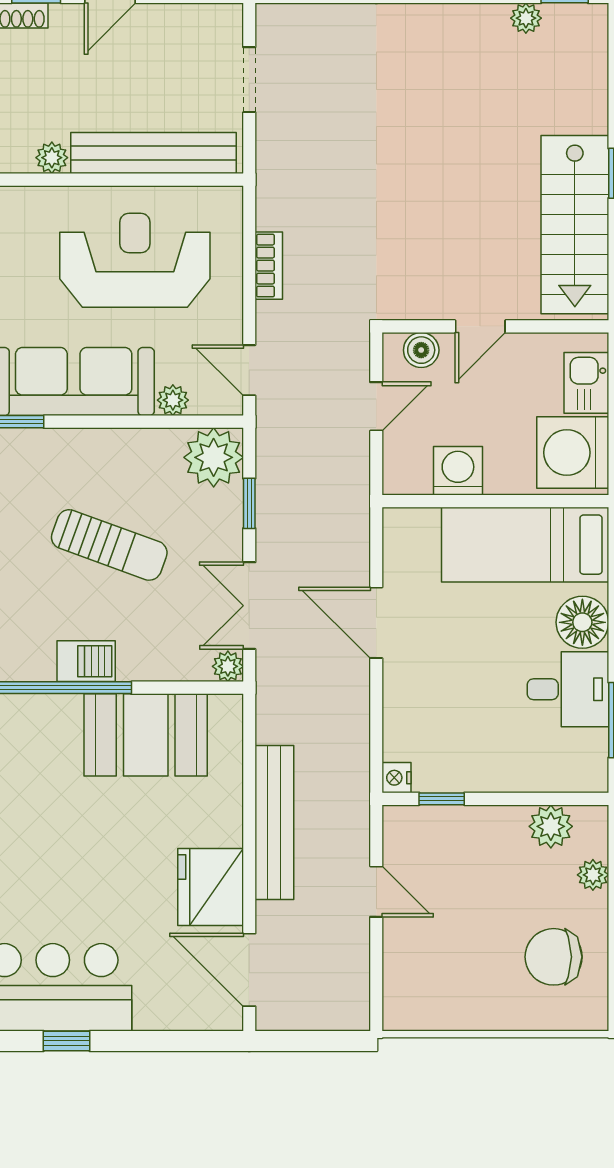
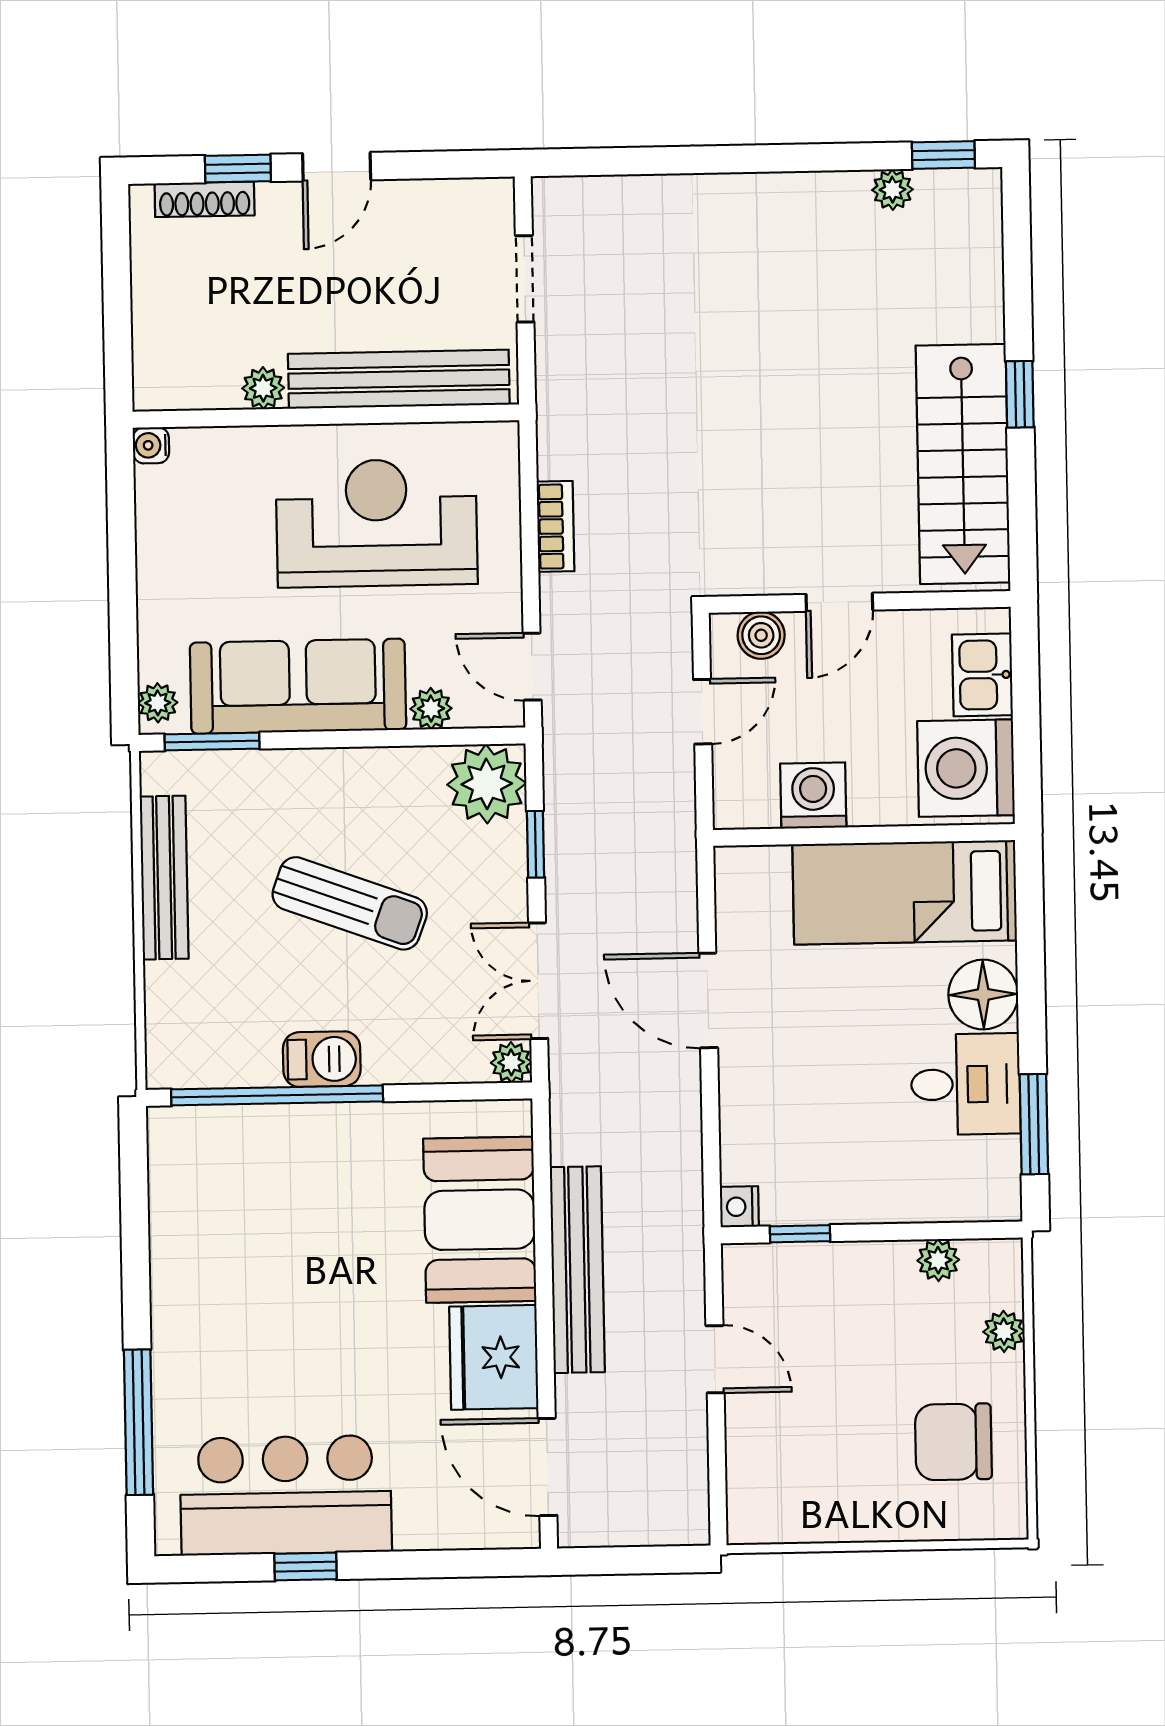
booth: (146, 735) -> (480, 1220), moved, turned 90
plant: (551, 826) -> (938, 1260), width x0.73, depth x0.73

